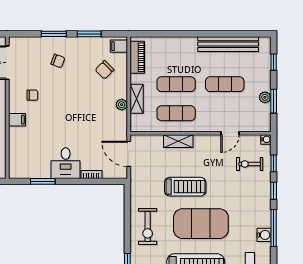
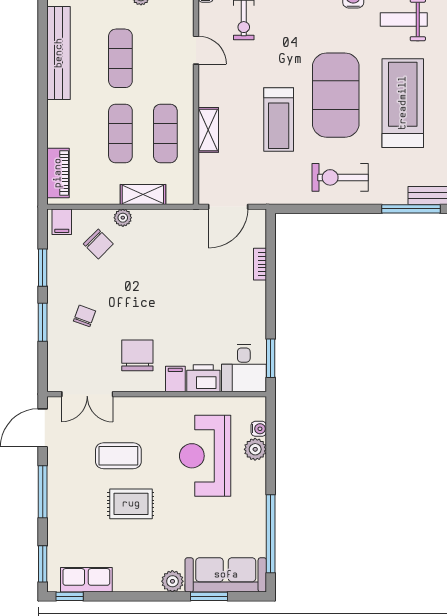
piano: (137, 57) -> (58, 173), moved, turned 90
chair: (32, 95) -> (137, 355), width x1.87, depth x1.87
plant: (122, 105) -> (123, 218), moved
printer: (17, 138) -> (203, 378), added
desk: (66, 163) -> (244, 368), moved, turned 90
window: (43, 181) -> (271, 358), moved
treadmill: (185, 187) -> (279, 119), turned 180
exercise bike: (148, 226) -> (340, 177), turned 180

